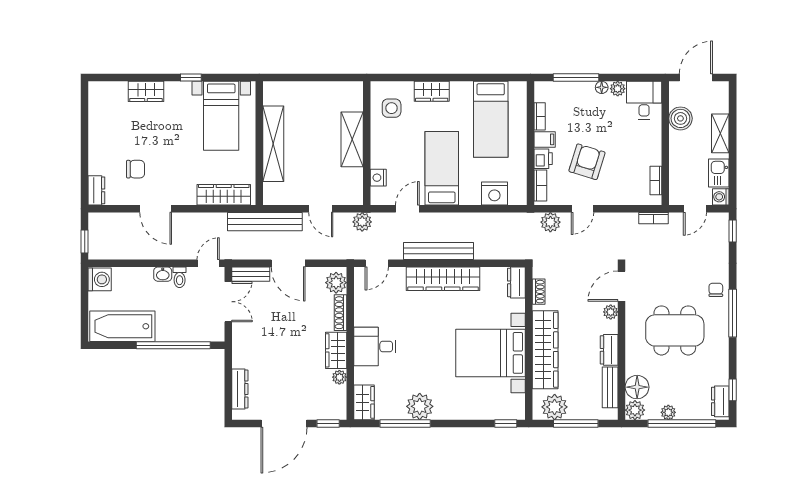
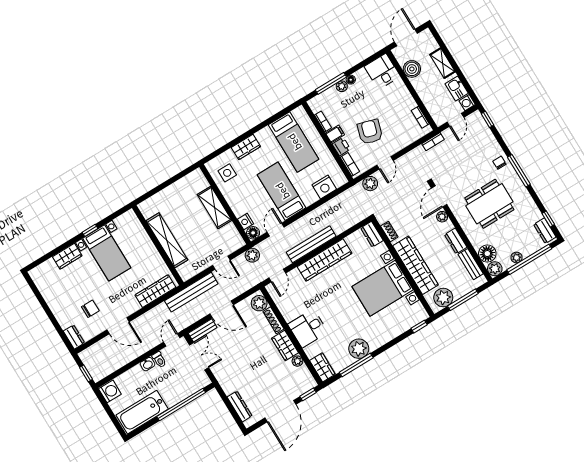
plant: (618, 89) -> (342, 86), moved
bed with nightstands: (221, 116) -> (107, 253), moved
floor lamp: (379, 196) -> (253, 233), added

